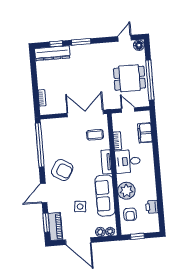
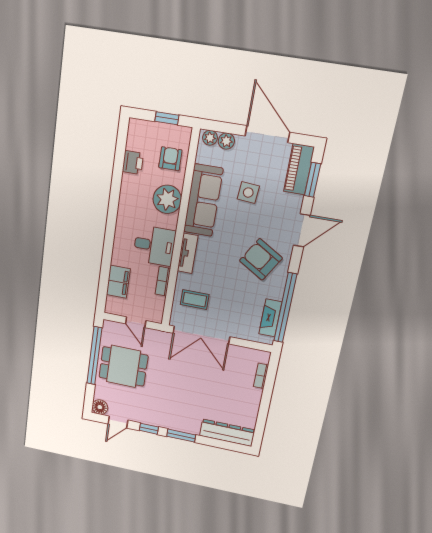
window: (56, 44) -> (149, 429), moved
fireplace: (47, 136) -> (270, 318), added

